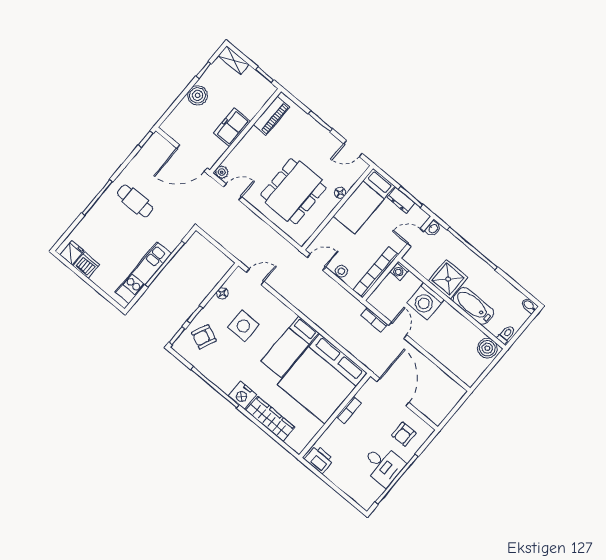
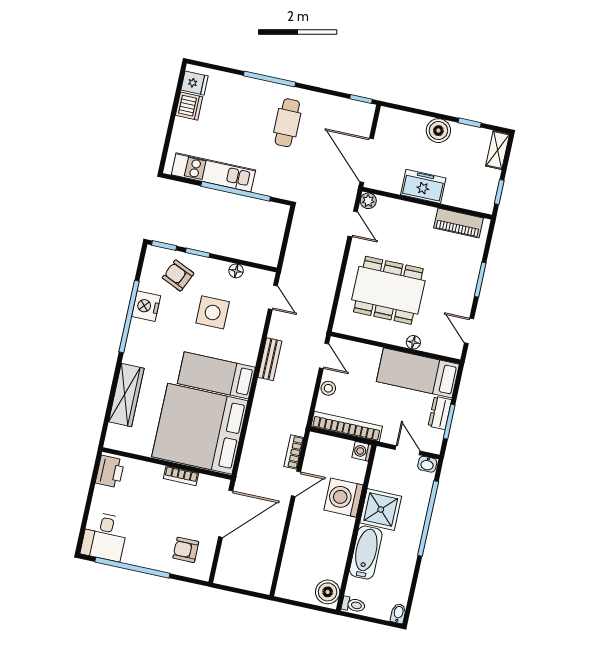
bench: (298, 302) -> (270, 359), added
nightstand: (242, 395) -> (146, 306), moved
desk: (383, 465) -> (104, 537), moved

